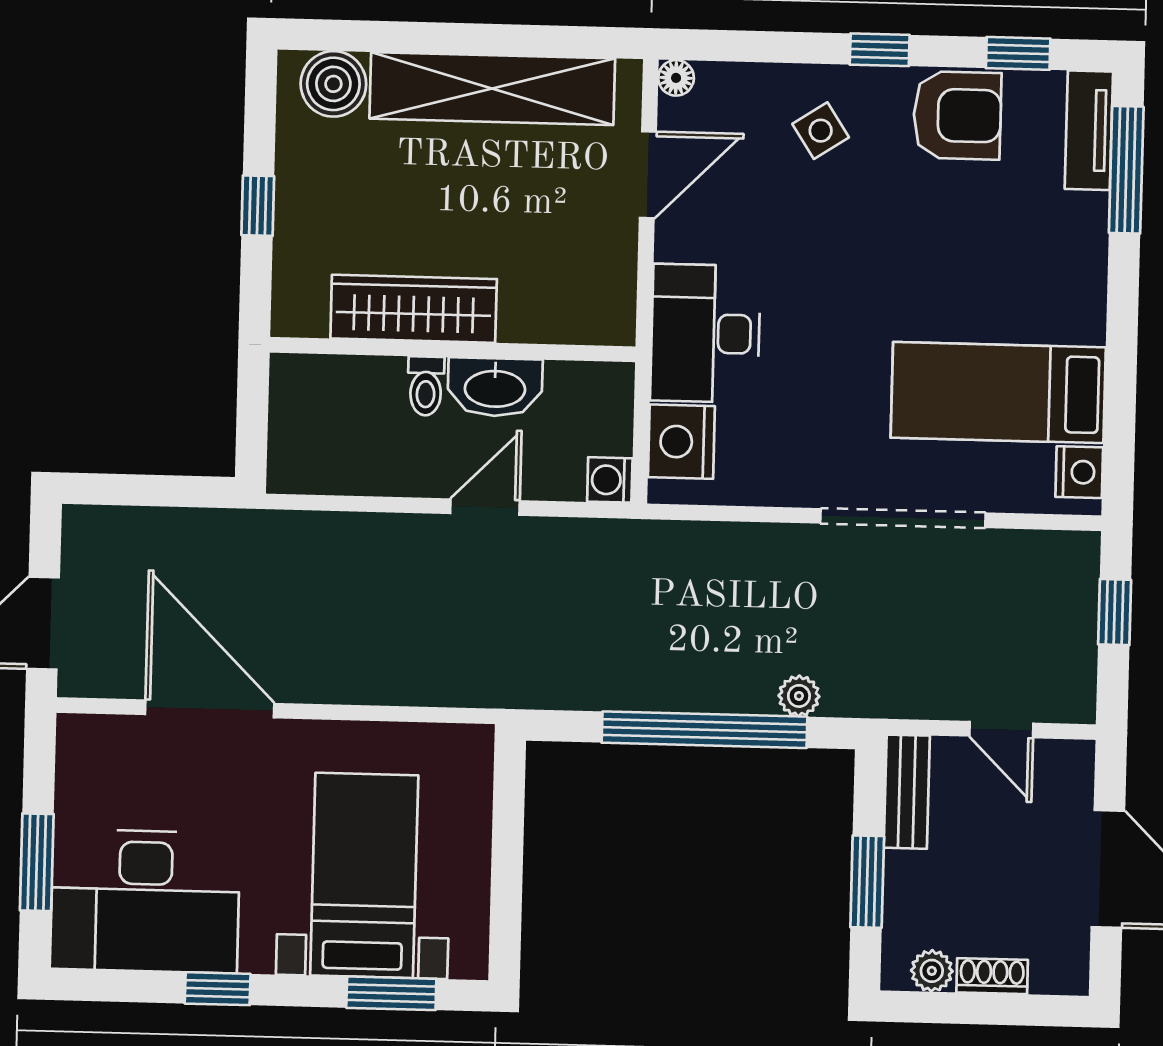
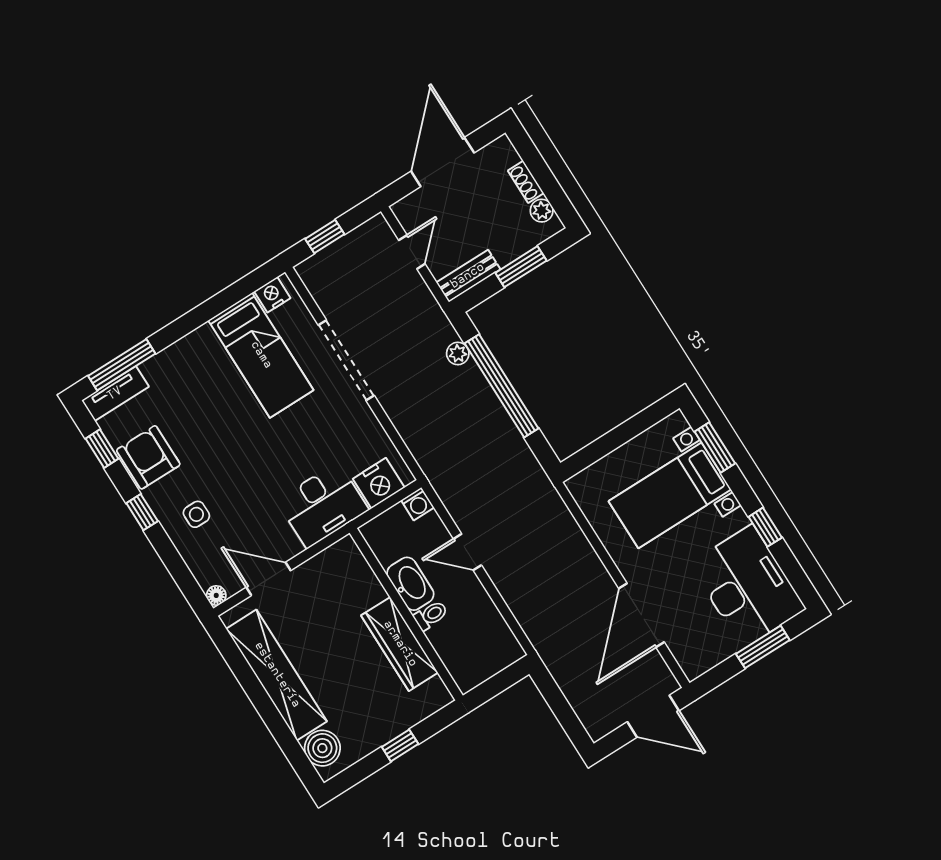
side table: (821, 131) -> (196, 514), turned 33

